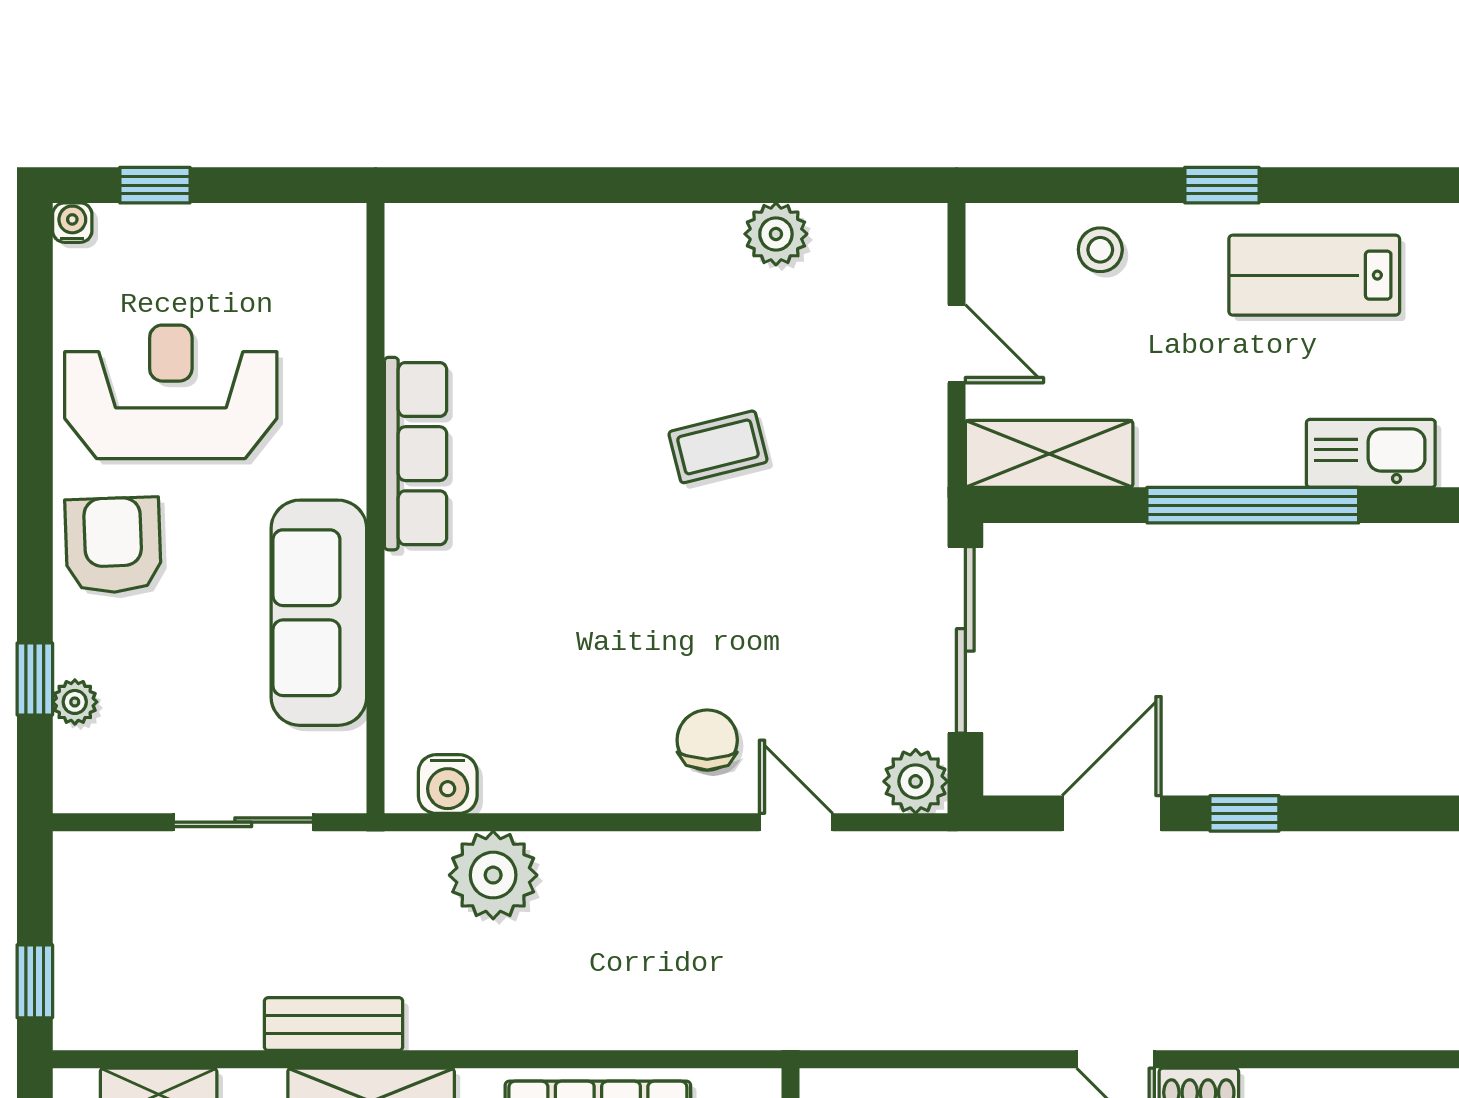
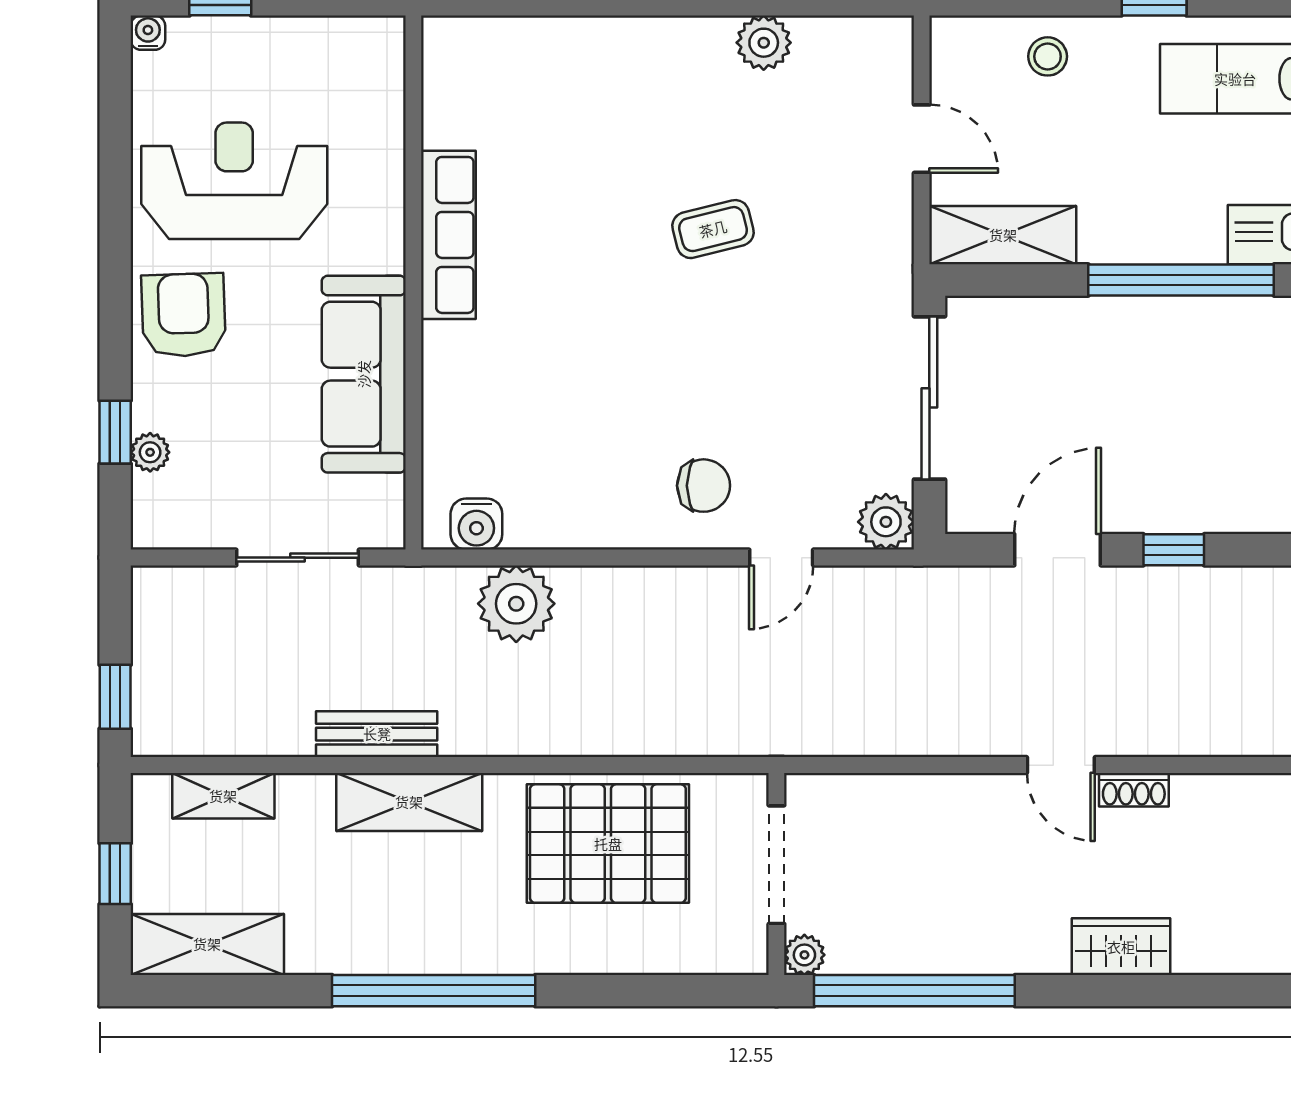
chair: (707, 740) -> (704, 486), turned 90
door: (796, 822) -> (781, 558), swing flipped

